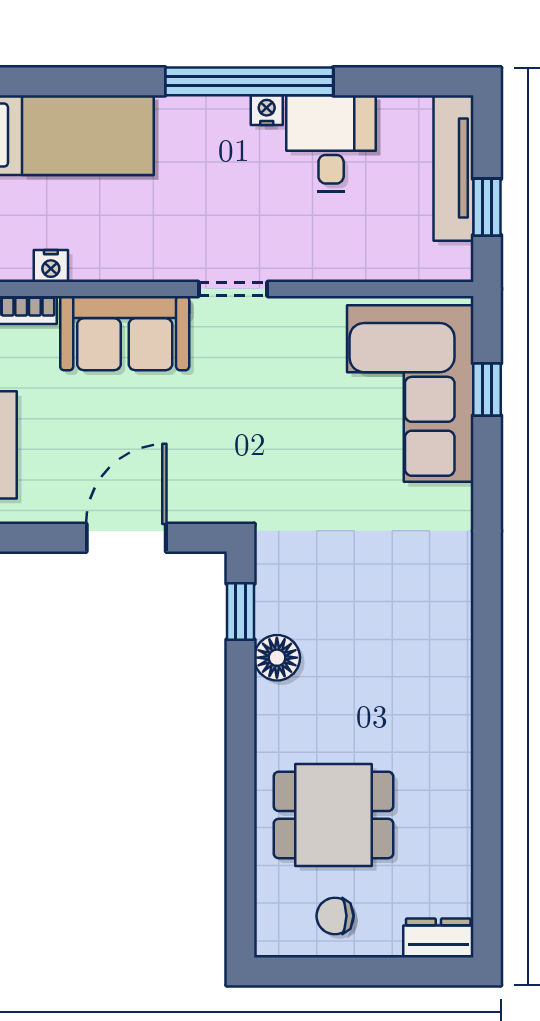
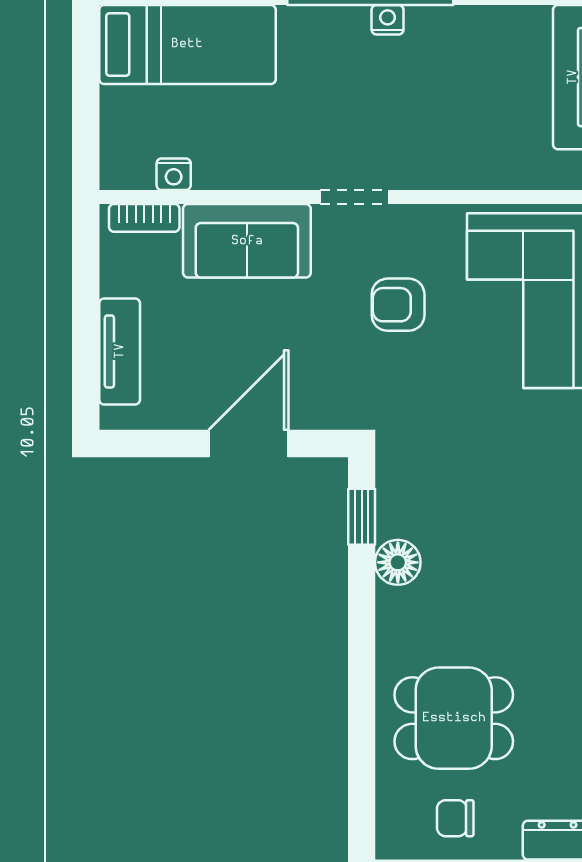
desk: (331, 143) -> (451, 53), removed
armchair: (277, 398) -> (398, 305), added

